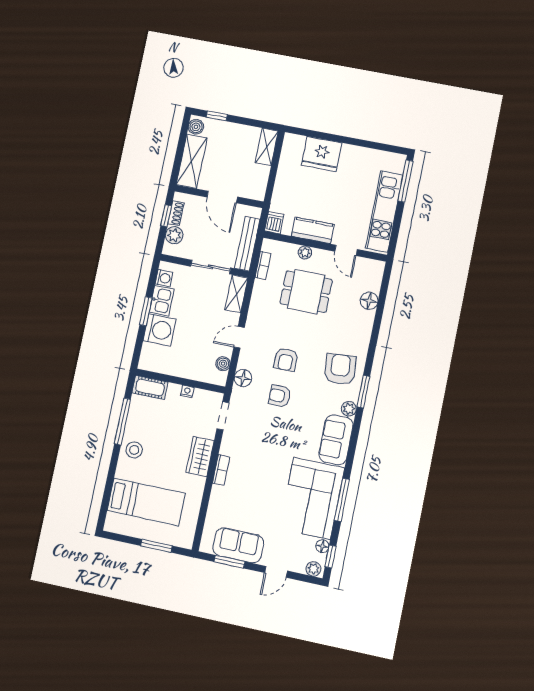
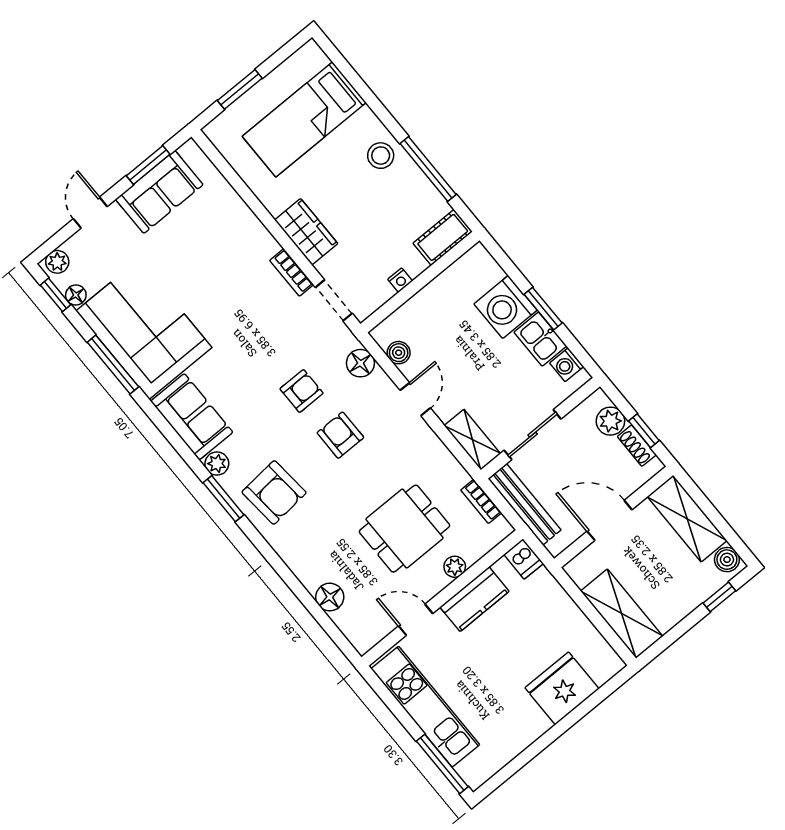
shelving: (267, 147) -> (622, 614), width x1.50, depth x1.33
bookcase: (221, 470) -> (292, 273), moved

